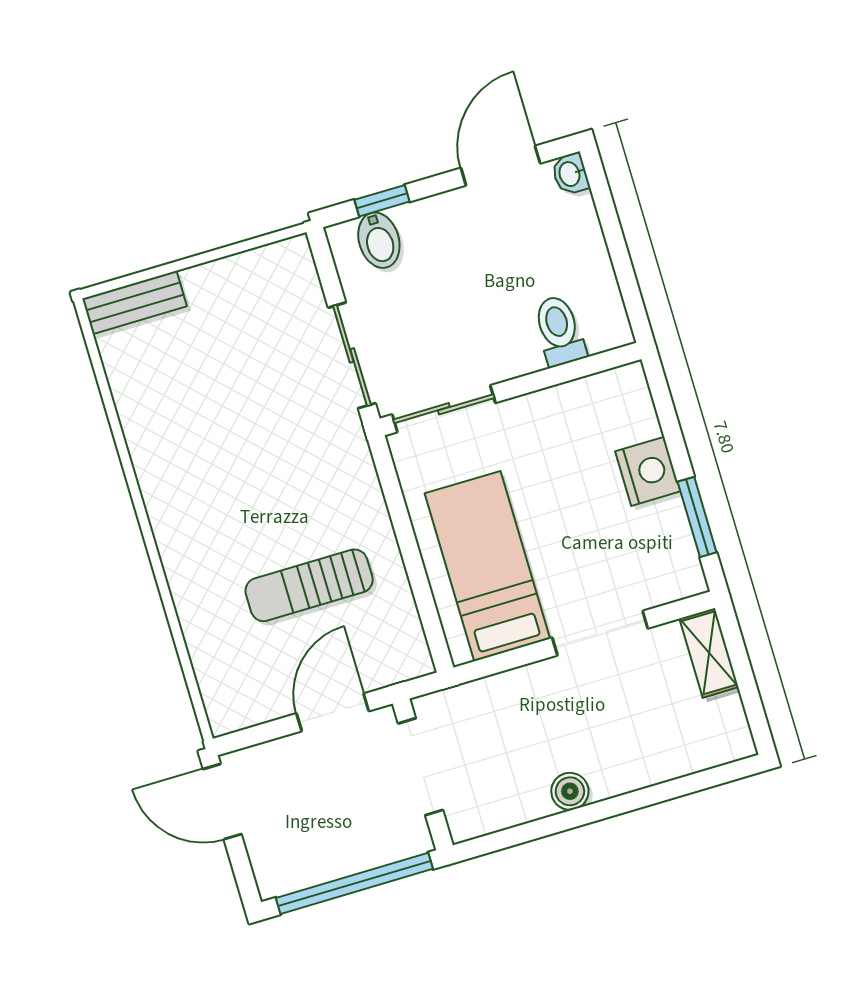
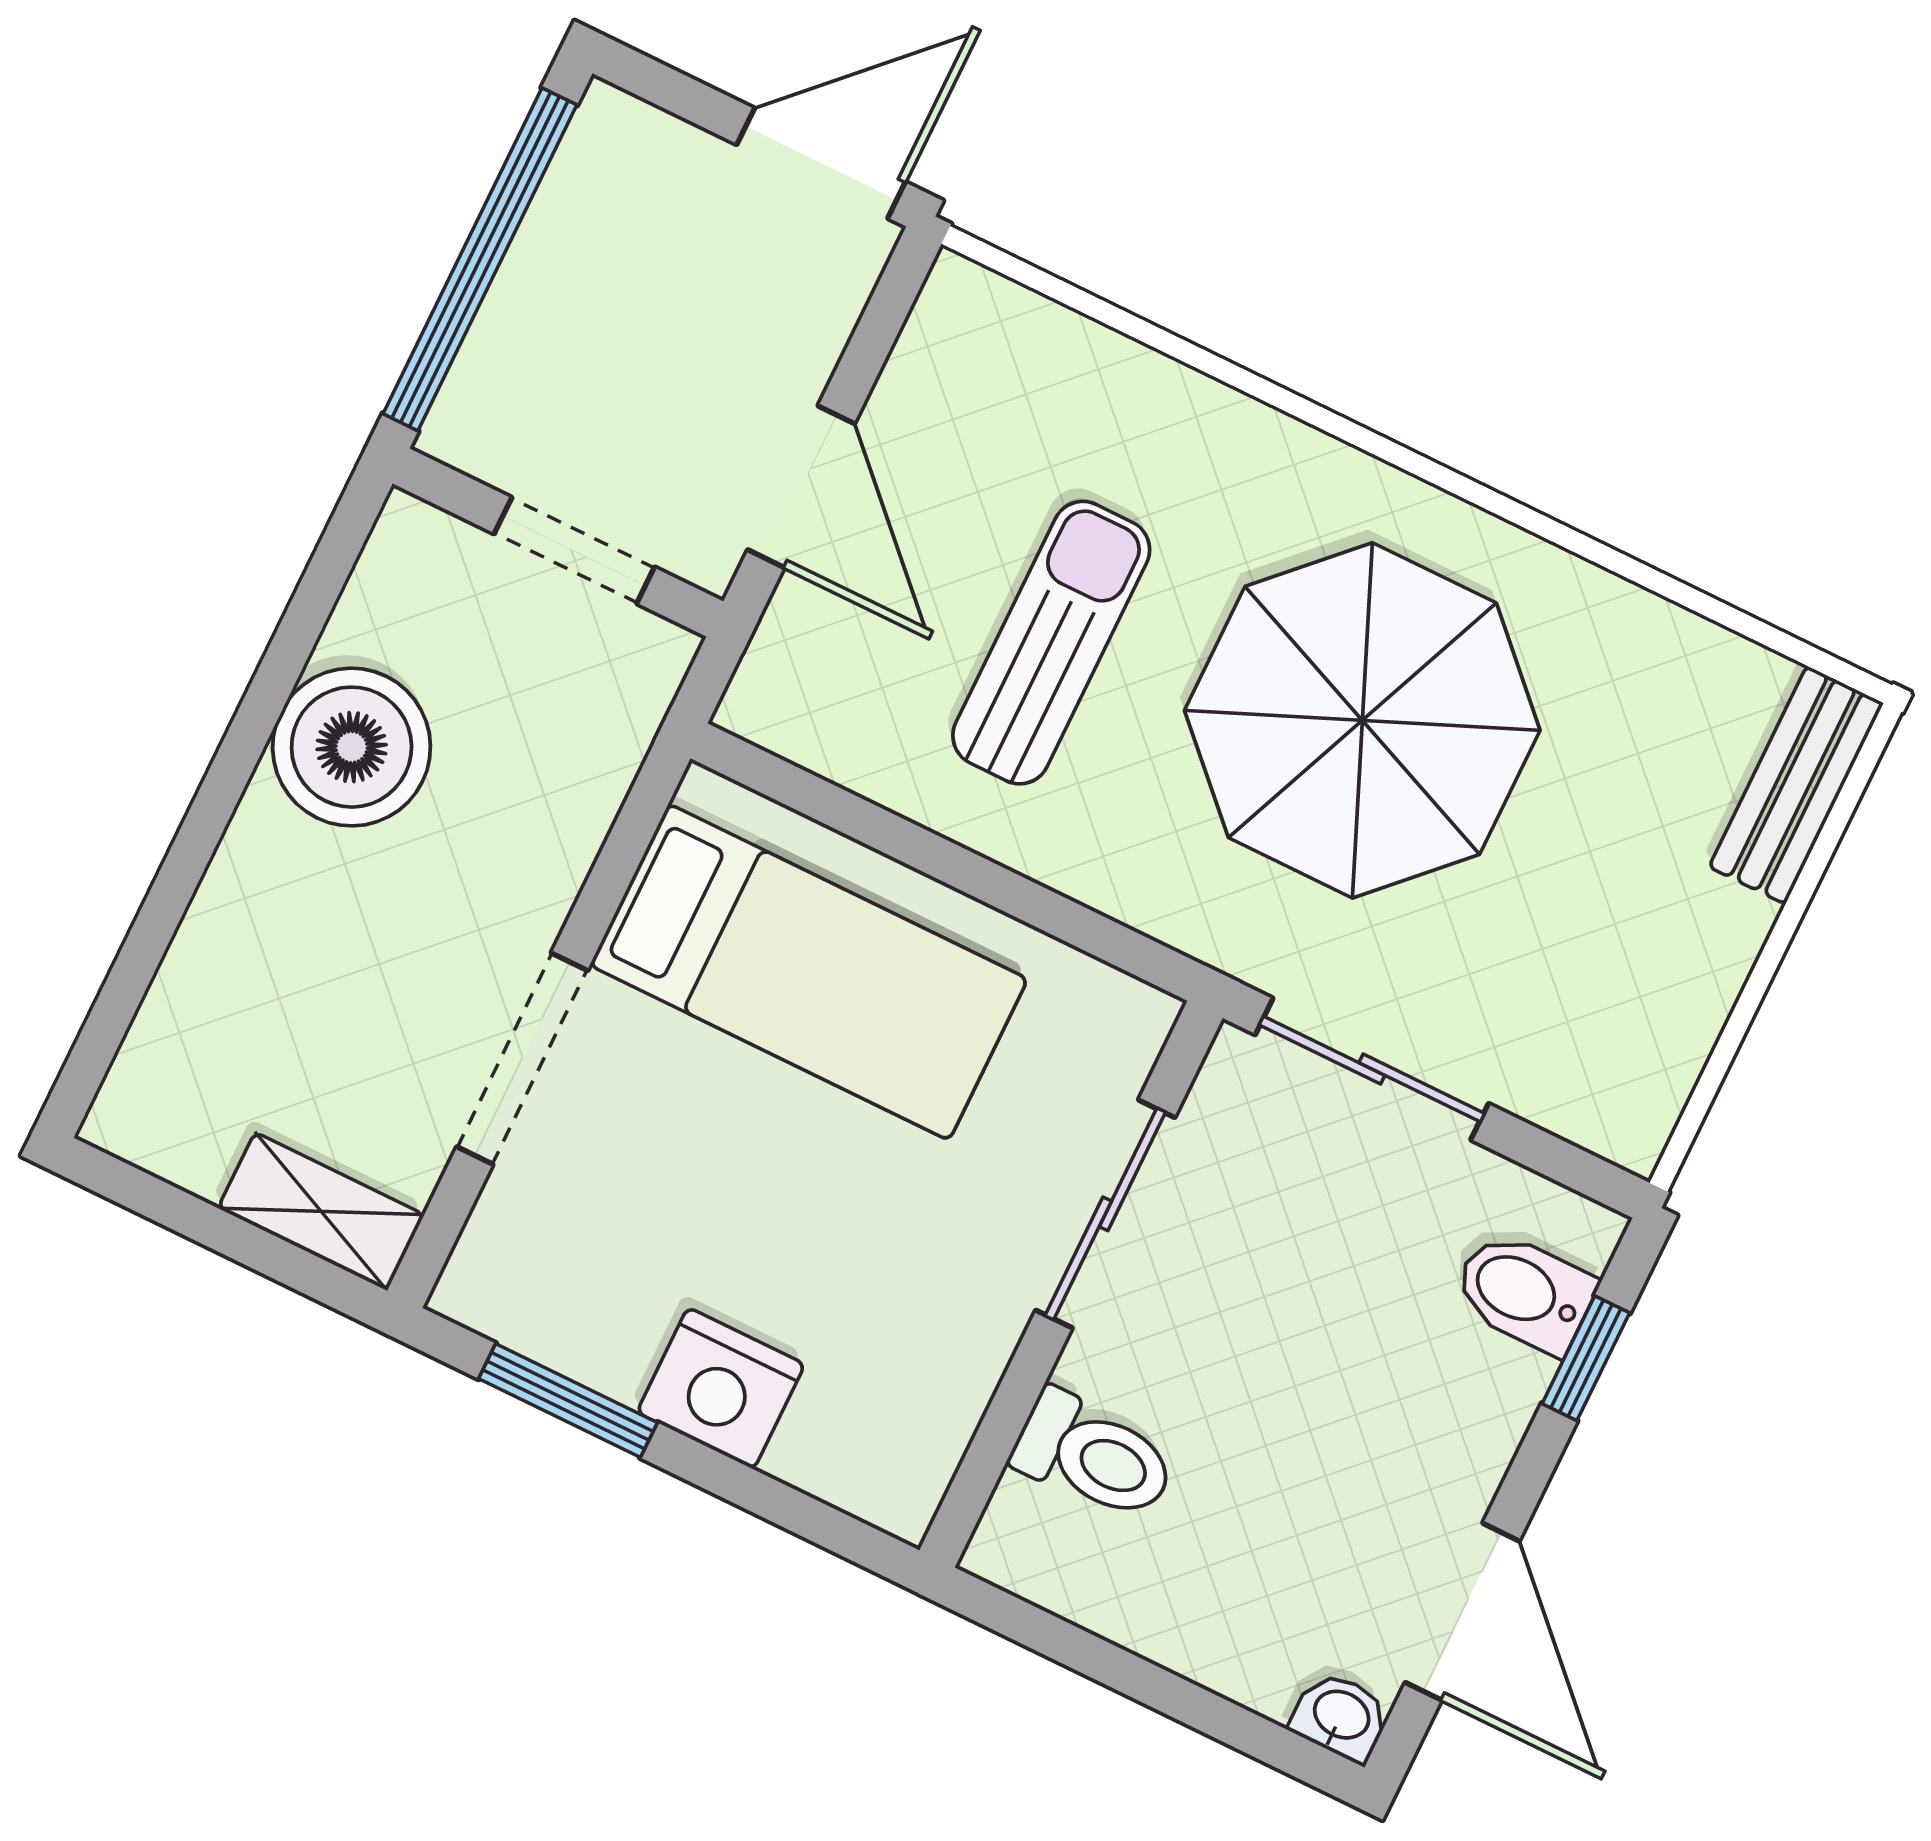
sliding door: (444, 409) -> (1105, 1214), moved
parasol: (242, 462) -> (1362, 720), added
doorway: (421, 767) -> (574, 550), width x0.73
boiler: (570, 791) -> (352, 747), width x1.86, depth x1.86

